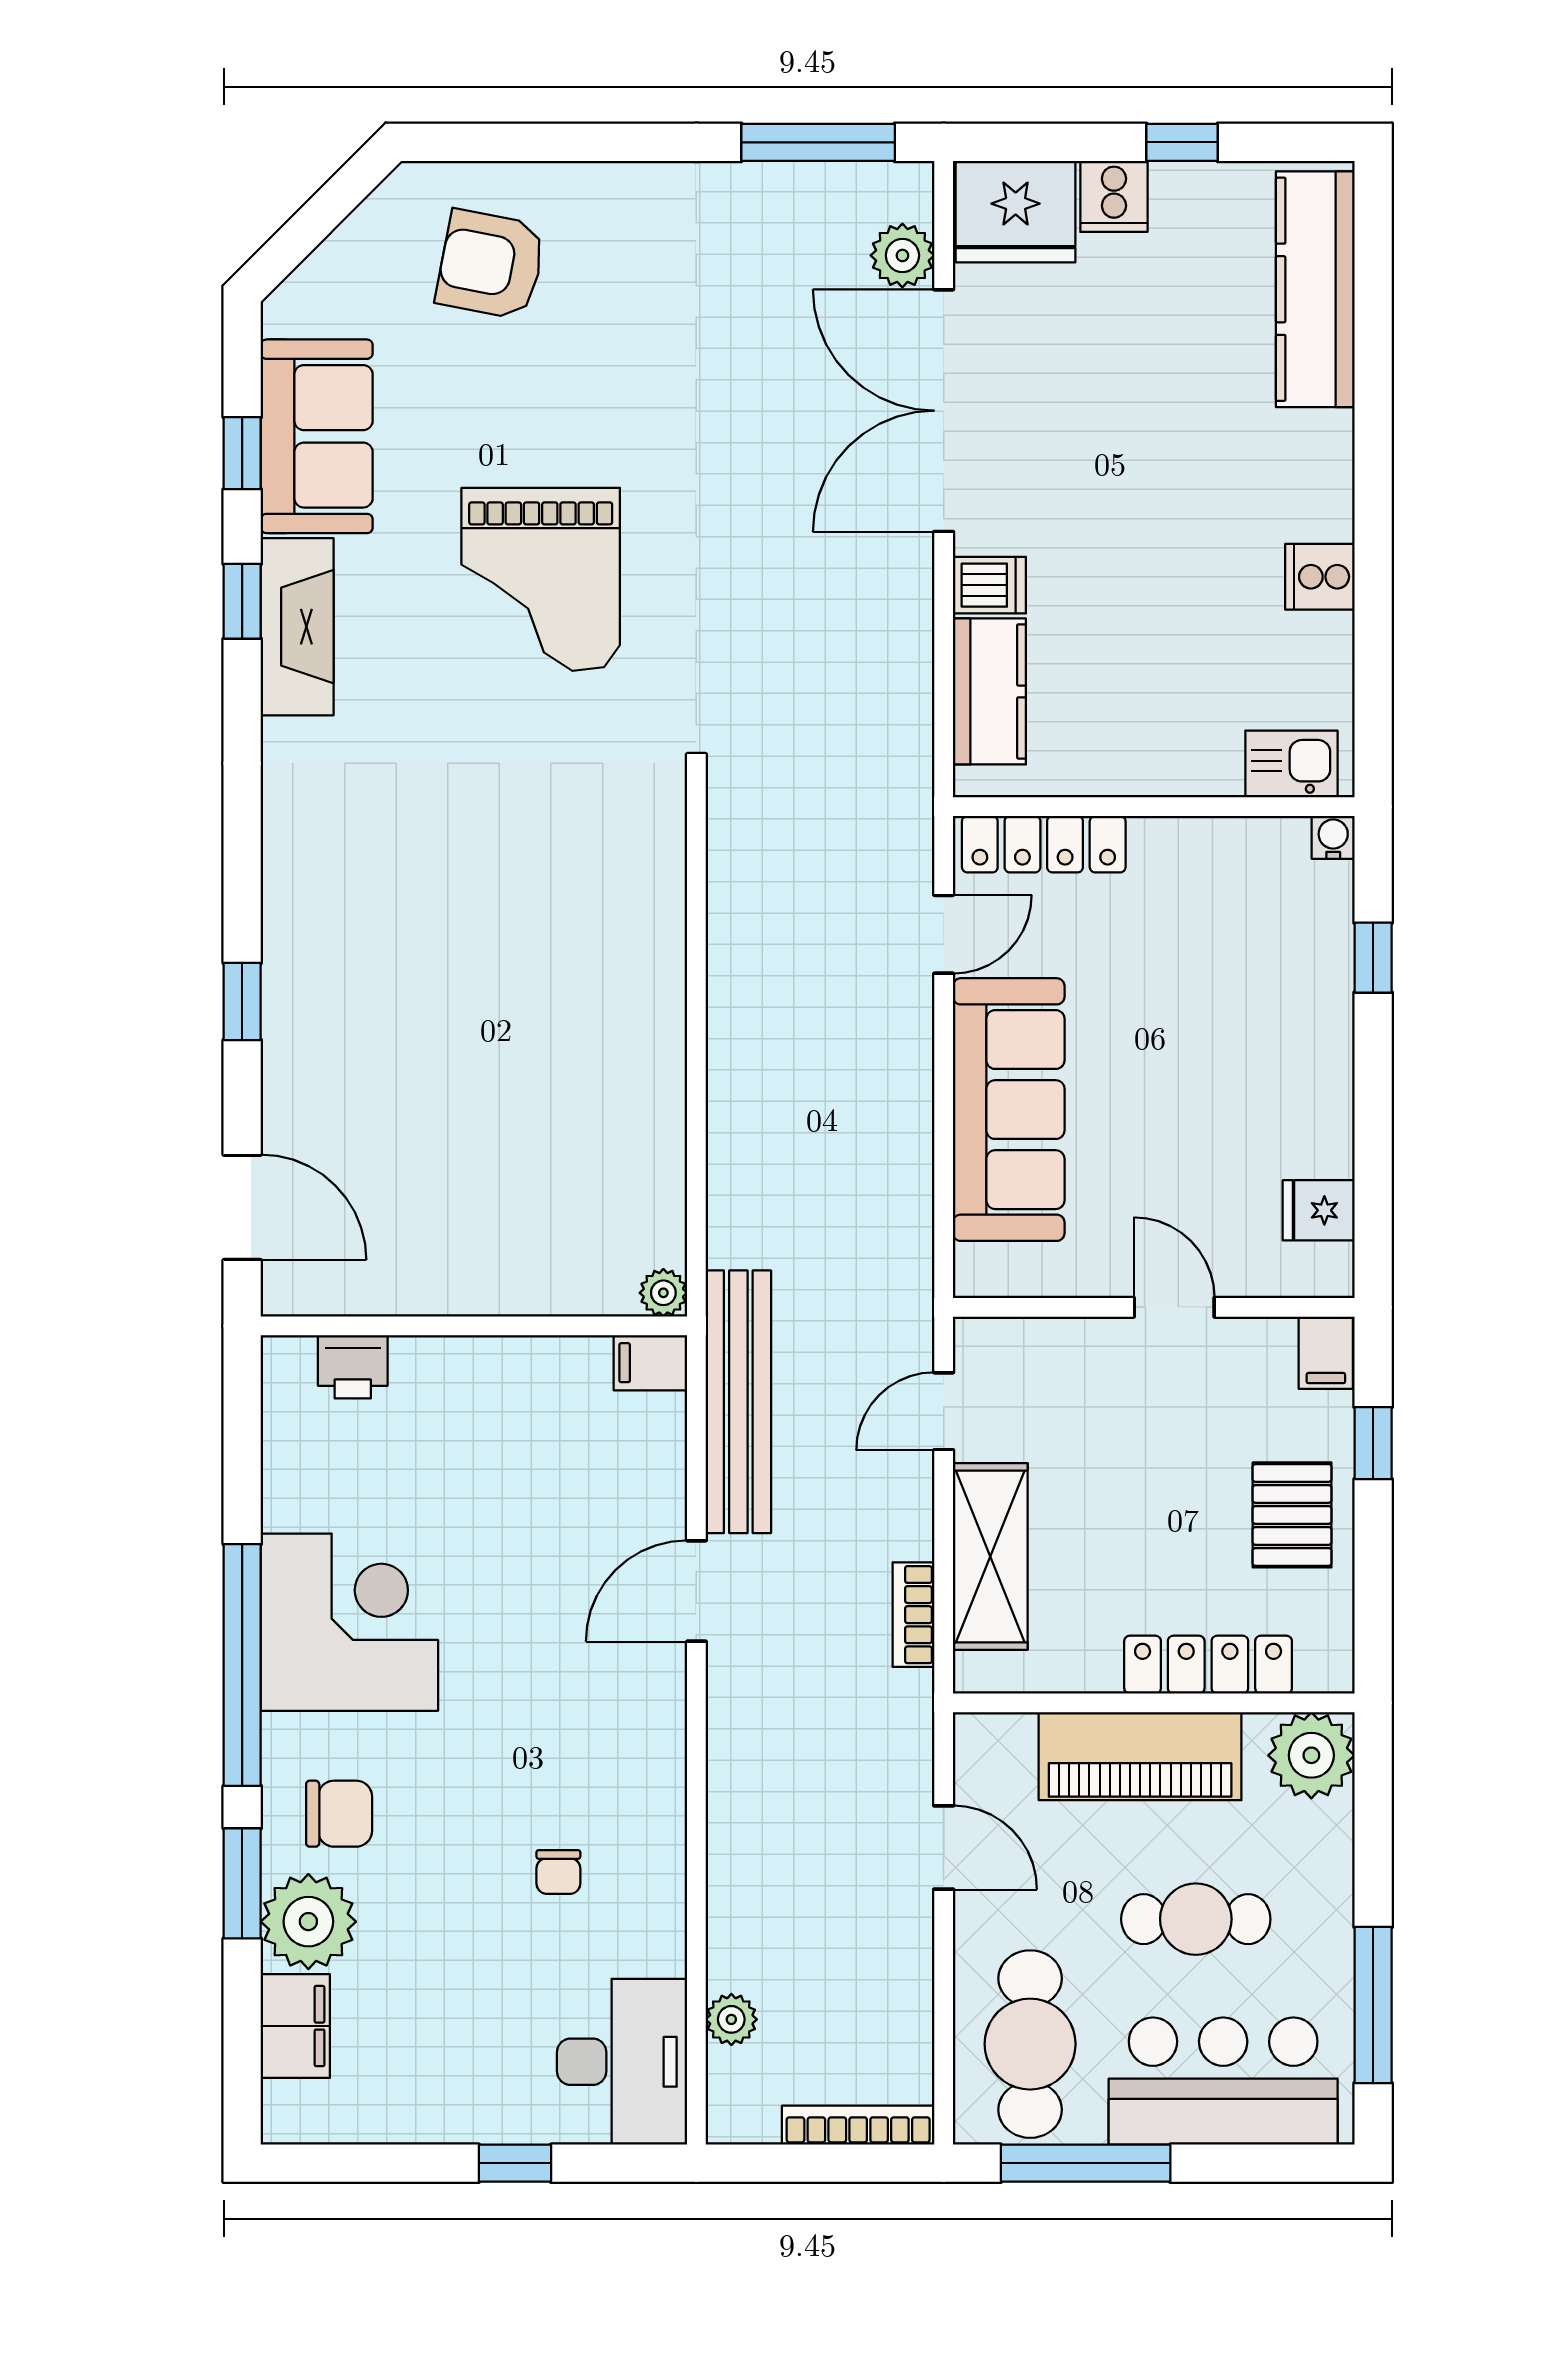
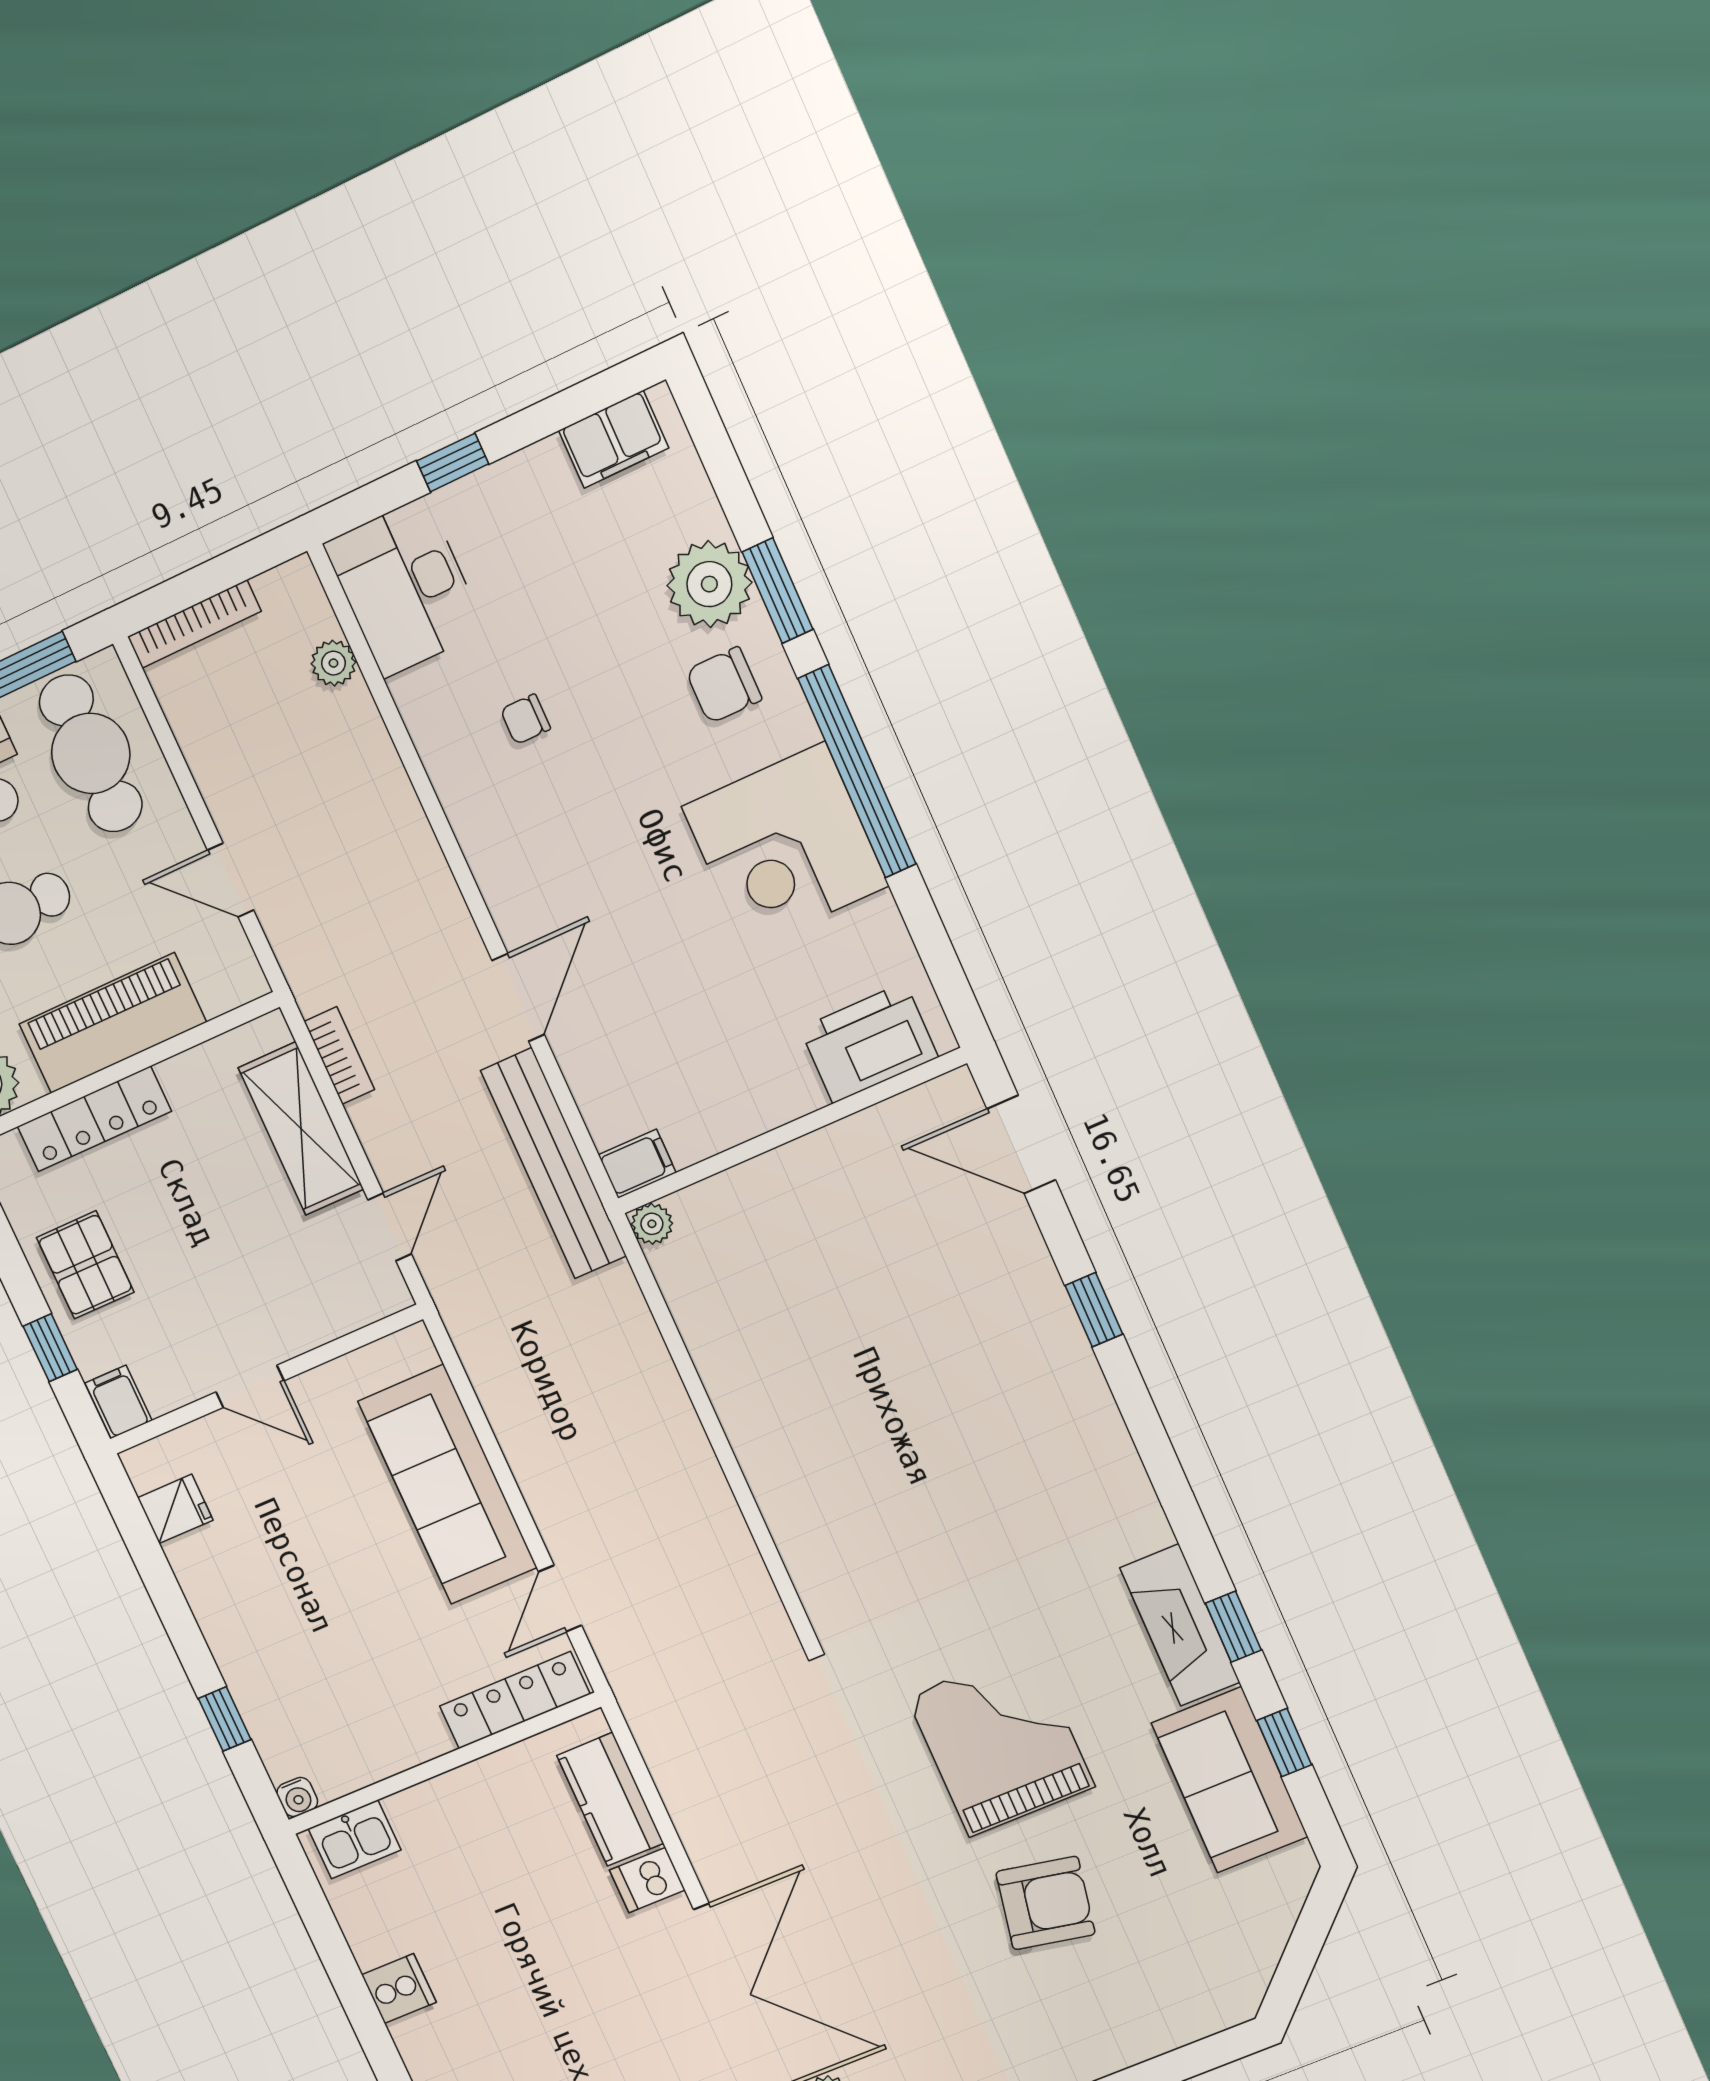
armchair: (491, 264) -> (1046, 1903), moved
printer: (353, 1367) -> (869, 1043), width x1.87, depth x1.48
chair: (558, 1872) -> (525, 719), turned -90
filing cabinet: (295, 2026) -> (614, 439), moved, turned -90

